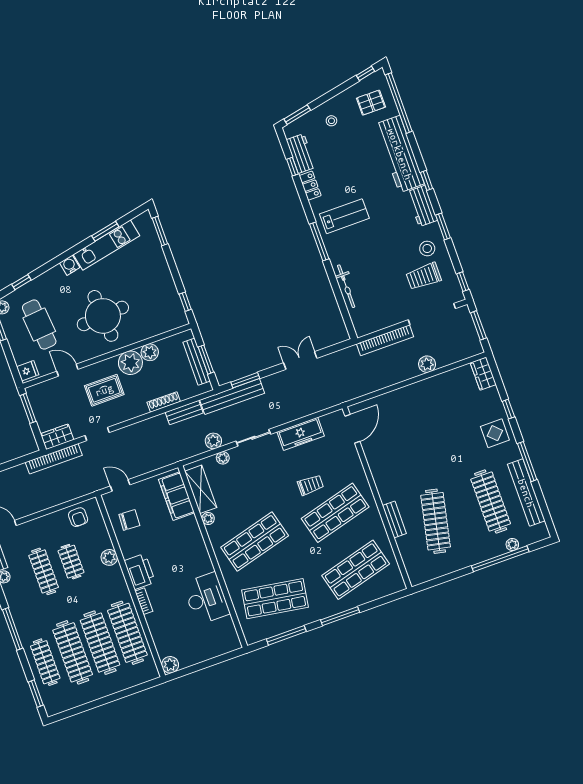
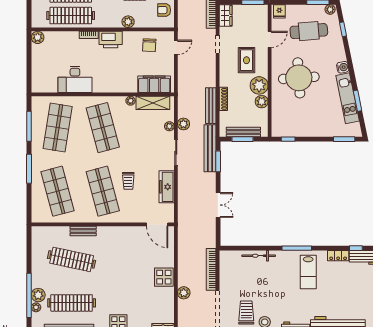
display table: (416, 396) -> (164, 277), added
bench: (184, 413) -> (211, 106), width x1.36
plant: (496, 547) -> (38, 295), added

